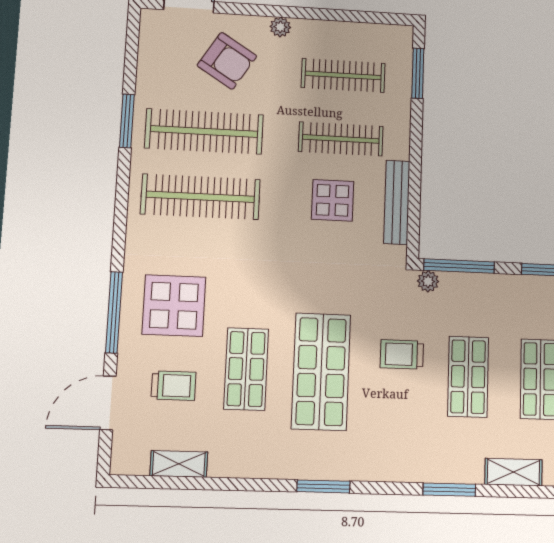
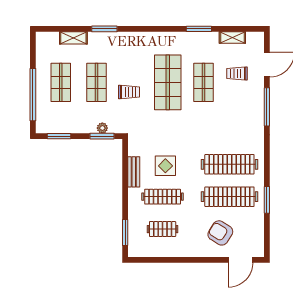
plant: (280, 27) -> (195, 252), removed
clothes rail: (343, 75) -> (163, 229), width x0.73
bench: (397, 202) -> (134, 172), width x0.73
window: (459, 266) -> (102, 136), width x0.69
plant: (428, 281) -> (102, 128), moved
display table: (174, 306) -> (239, 111), removed
window: (323, 486) -> (199, 29), moved

